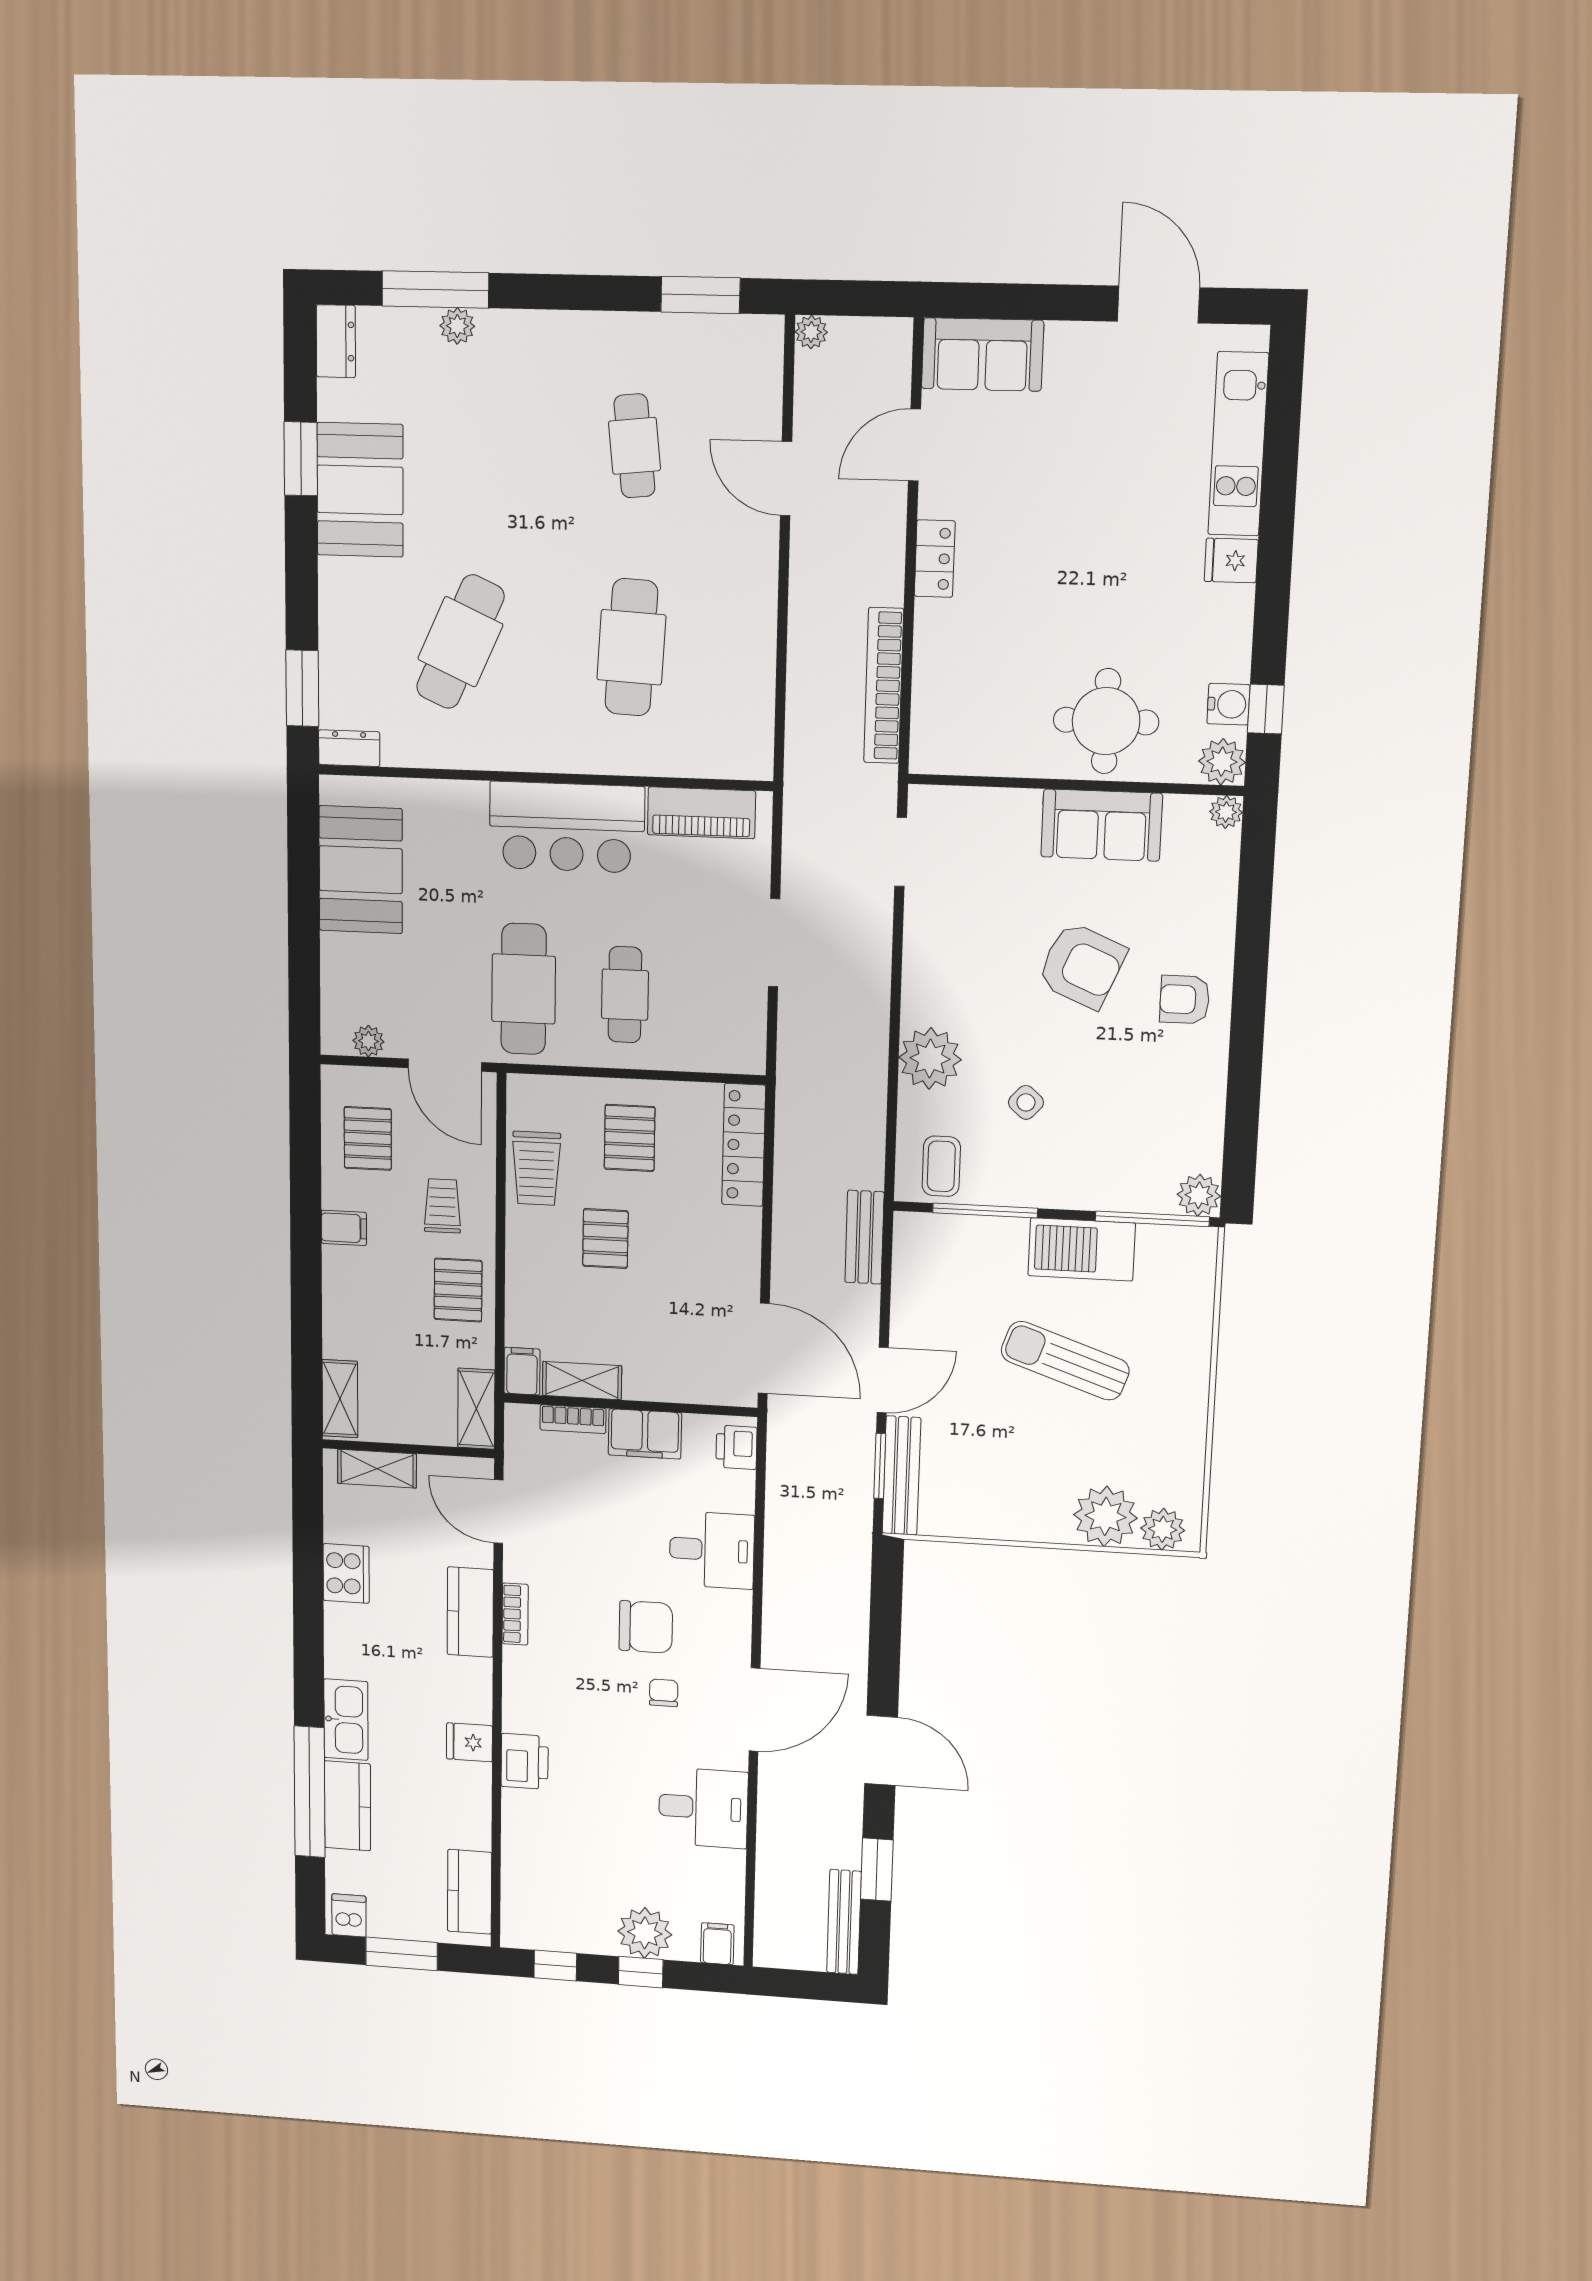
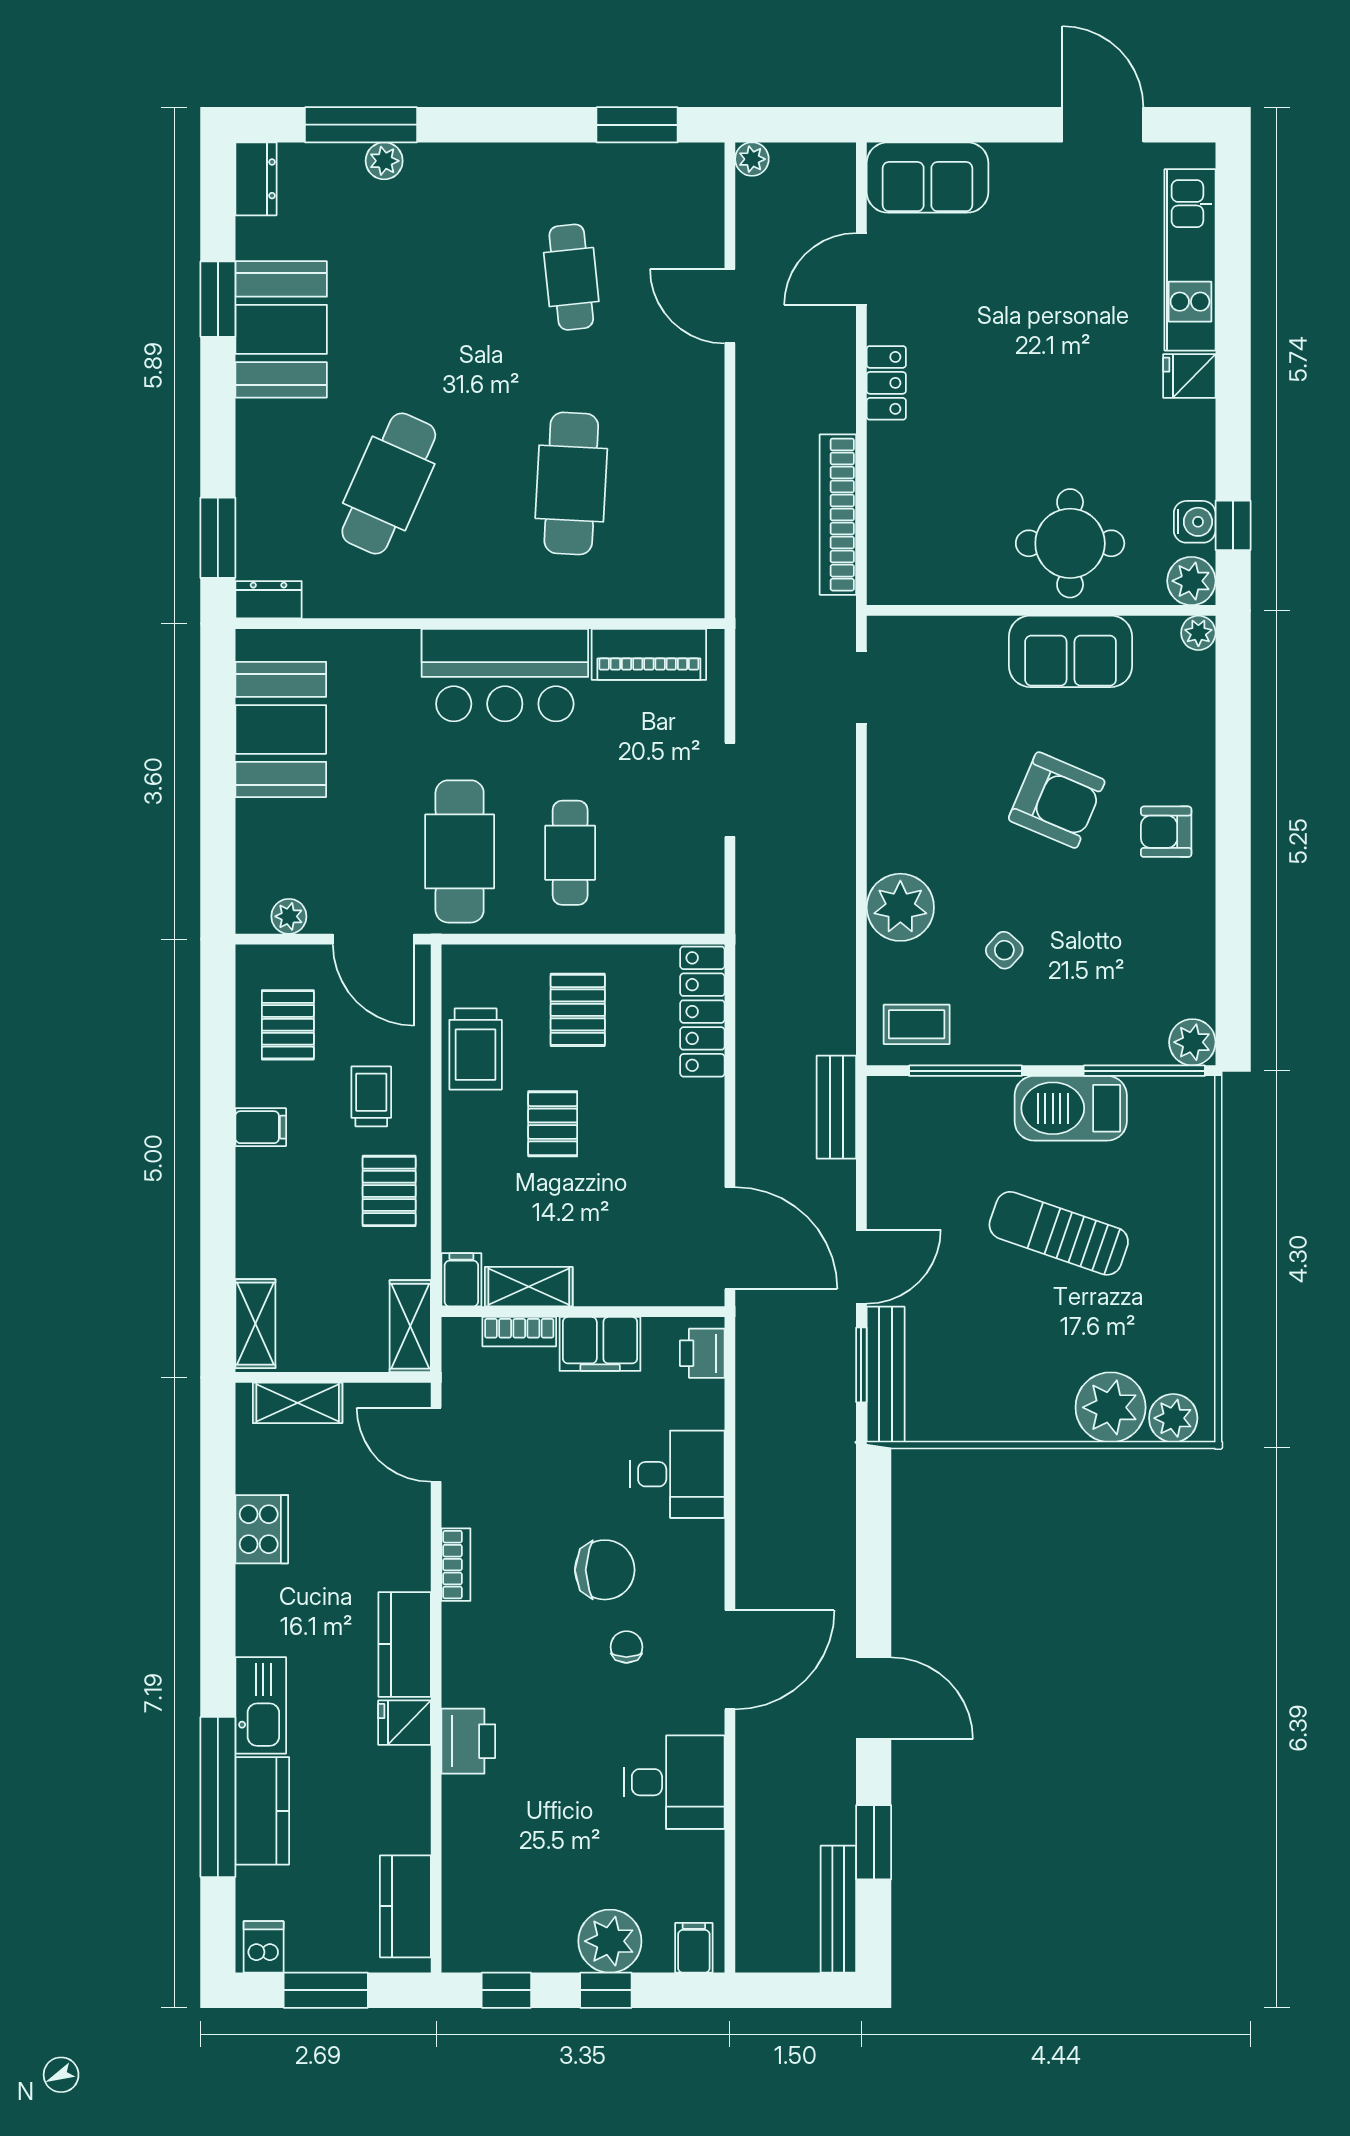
coffee table: (941, 1166) -> (917, 1024), turned 90
kitchen counter: (470, 1612) -> (405, 1644), moved

